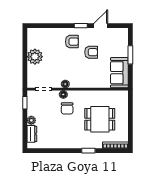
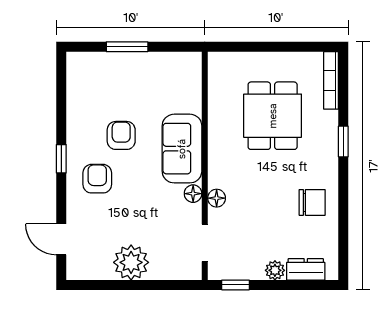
door: (101, 26) -> (61, 239), moved
sofa: (119, 73) -> (182, 149), moved, turned 90
chair: (67, 108) -> (312, 202), moved

